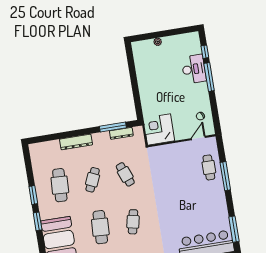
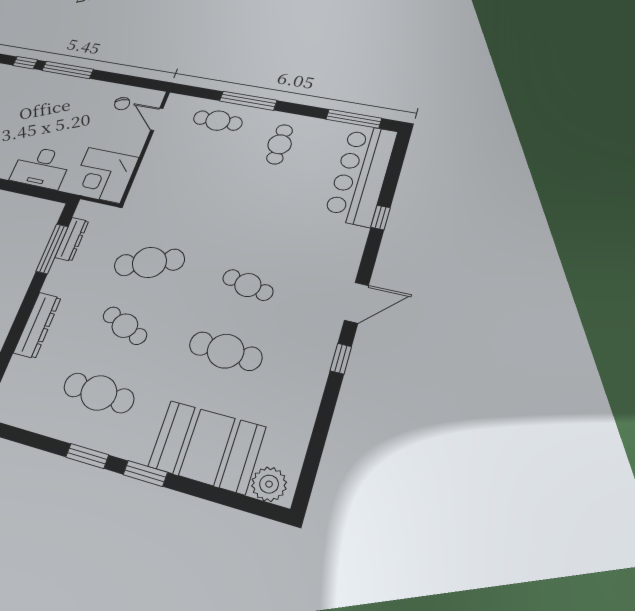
desk: (194, 69) -> (41, 167), moved, turned 180
cafe table: (125, 174) -> (149, 262), width x1.37, depth x1.35
cafe table: (207, 202) -> (280, 144), added

